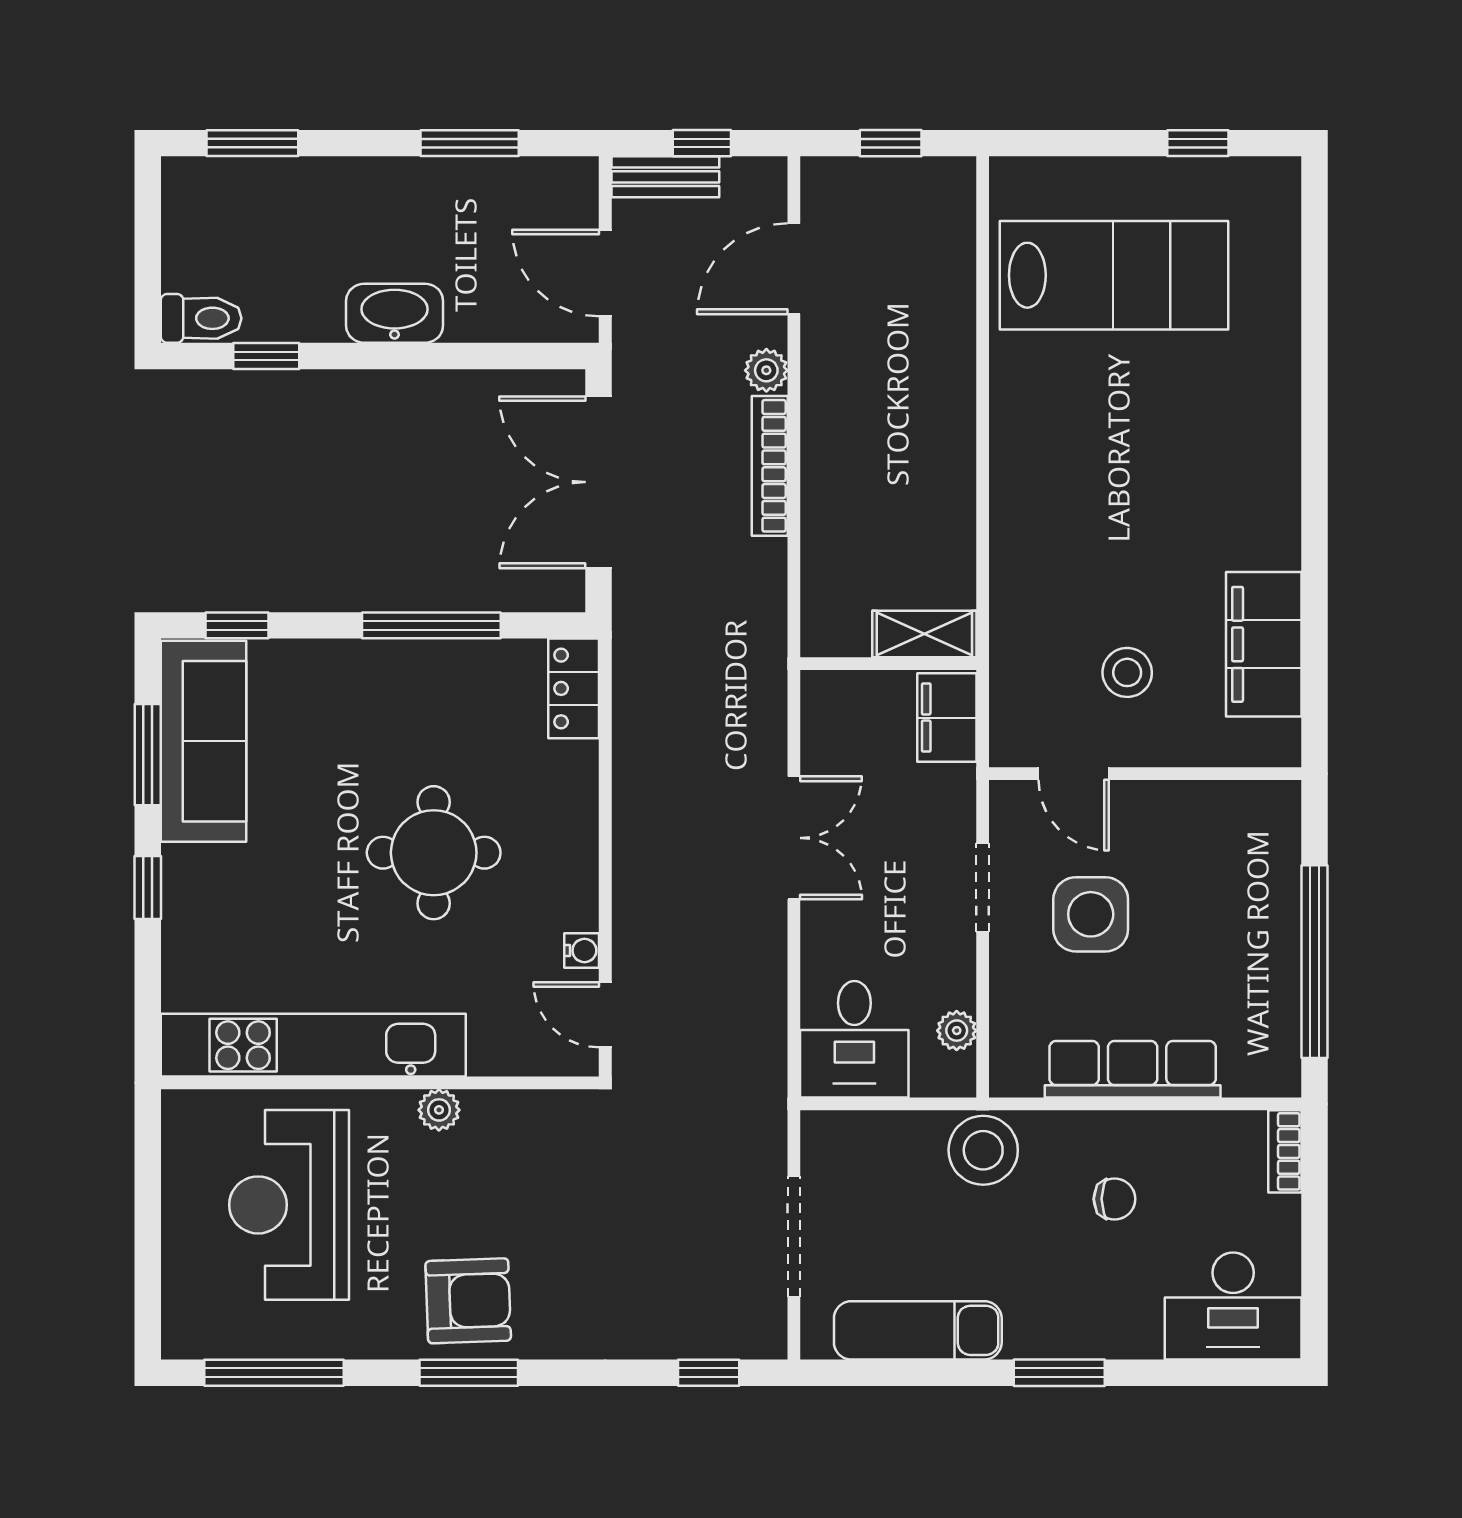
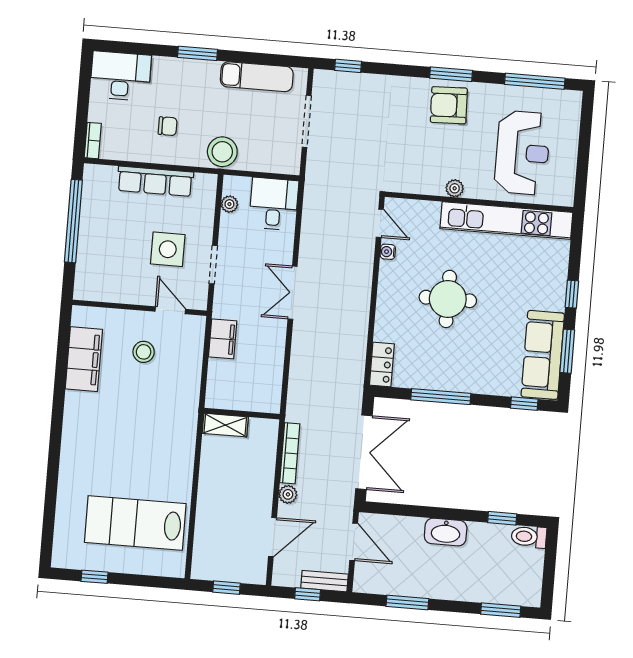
shelving: (924, 634) -> (225, 425), moved
wall: (888, 664) -> (242, 414), moved
chair: (1115, 1199) -> (168, 126), turned 180

